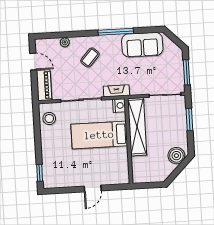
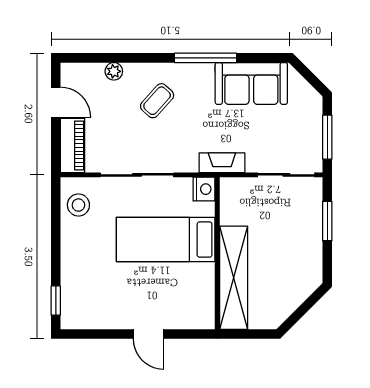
fireplace: (116, 91) -> (222, 163), moved
shelving: (137, 127) -> (234, 278), moved
boiler: (176, 156) -> (301, 284), removed
door: (93, 189) -> (149, 334), hinge flipped

